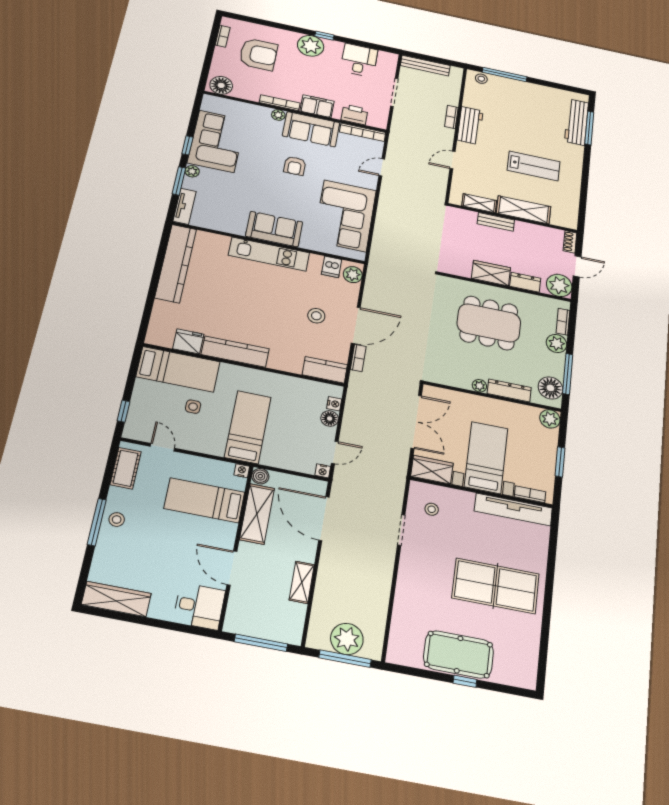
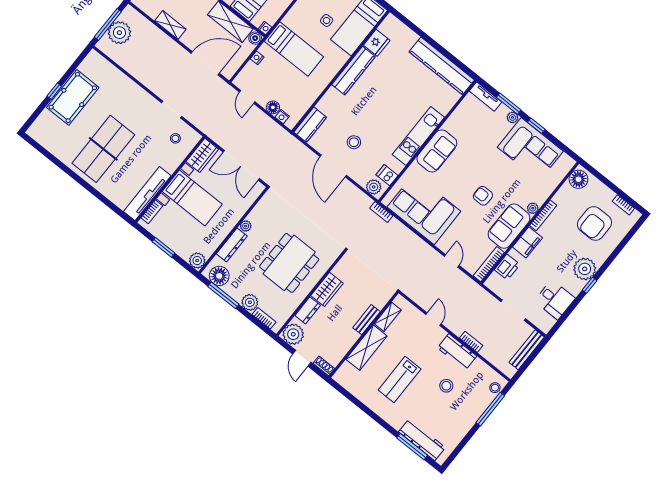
stool: (510, 122) -> (446, 386), added
bookcase: (358, 358) -> (381, 212), moved
nightstand: (323, 471) -> (257, 58), moved

